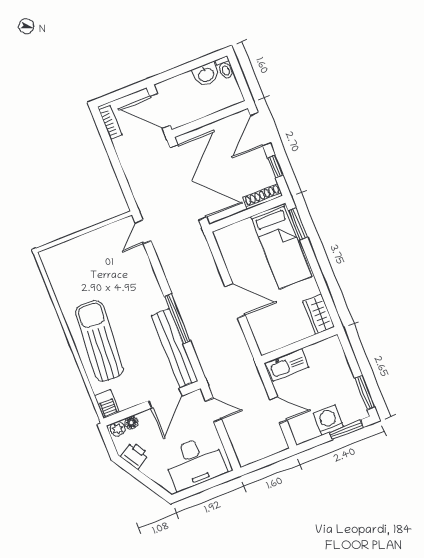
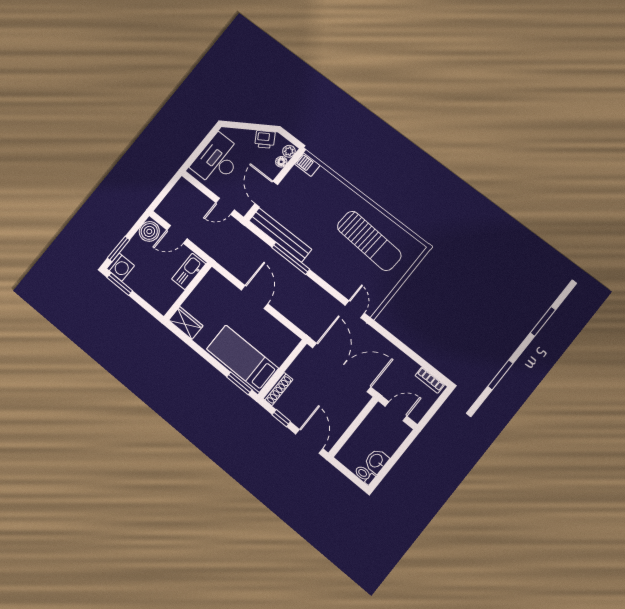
door: (160, 111) -> (396, 411), width x0.73
double door: (188, 182) -> (342, 367), swing flipped
door: (235, 301) -> (254, 297), swing flipped
sun lounger: (99, 341) -> (369, 241), moved
washing machine: (328, 420) -> (120, 267), moved
boiler: (305, 429) -> (149, 231), added

